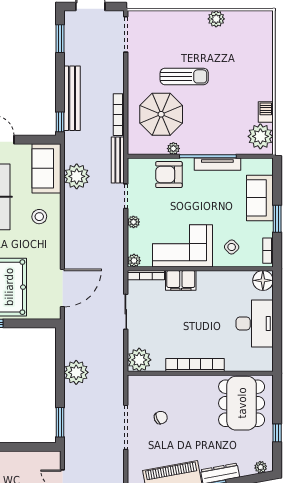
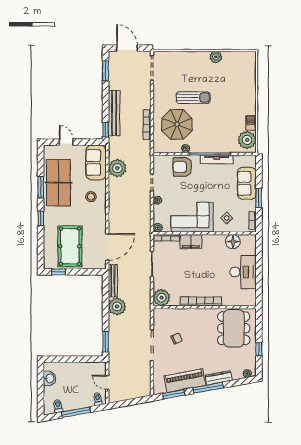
bench: (118, 160) -> (113, 281), moved
floor lamp: (263, 280) -> (233, 242), moved

